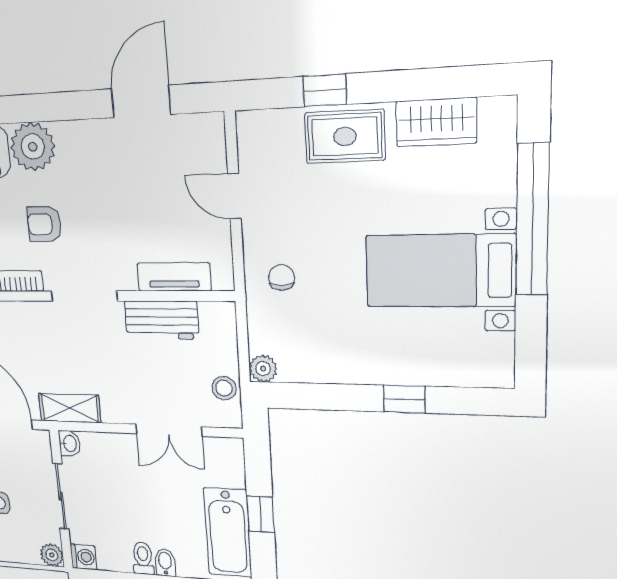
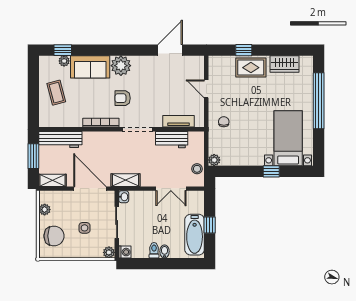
bed with nightstands: (440, 271) -> (288, 138), moved, turned 90

